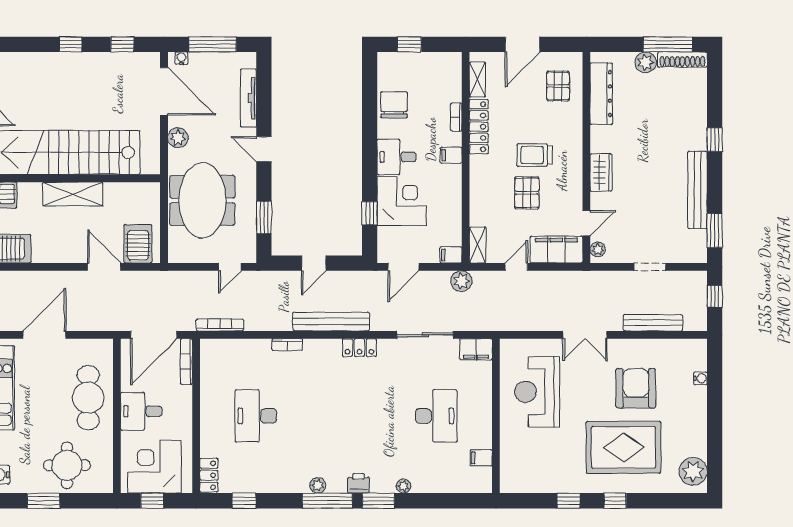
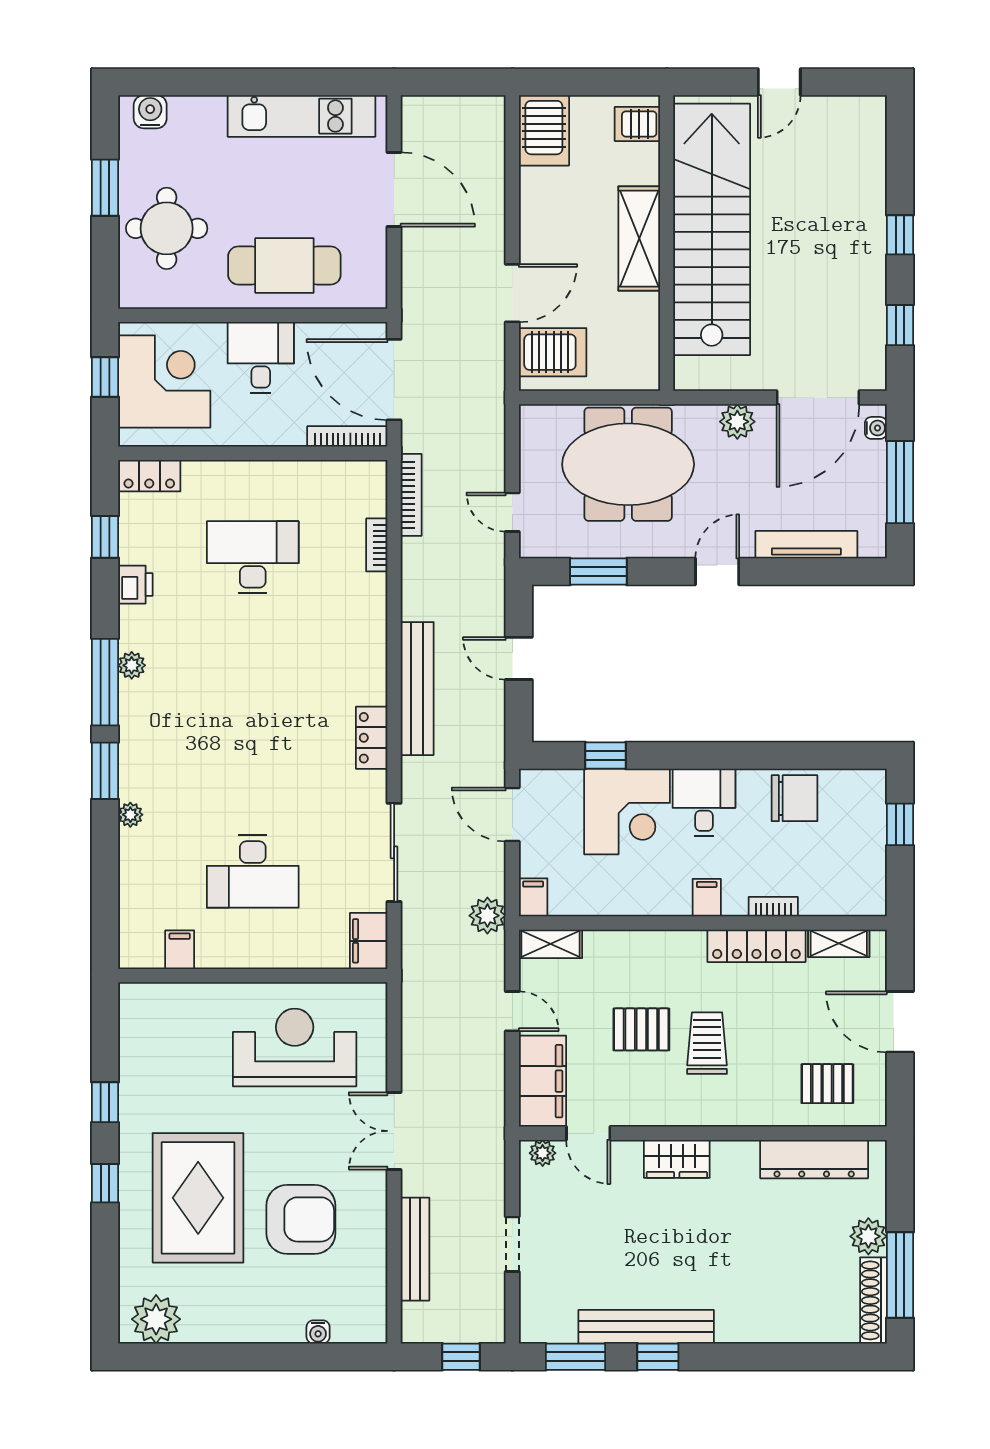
window: (715, 140) -> (658, 1357), moved
bookcase: (287, 345) -> (377, 545), moved
printer: (358, 483) -> (135, 585), moved

